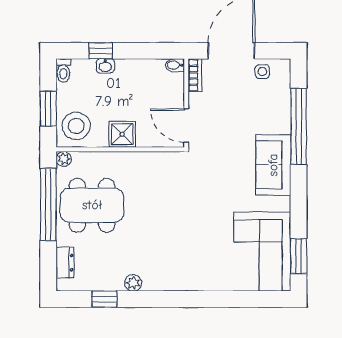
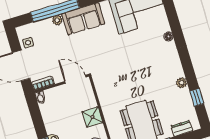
plant: (283, 125) -> (57, 20), added
door: (186, 126) -> (75, 79), swing flipped
floor lamp: (208, 284) -> (168, 36), added

